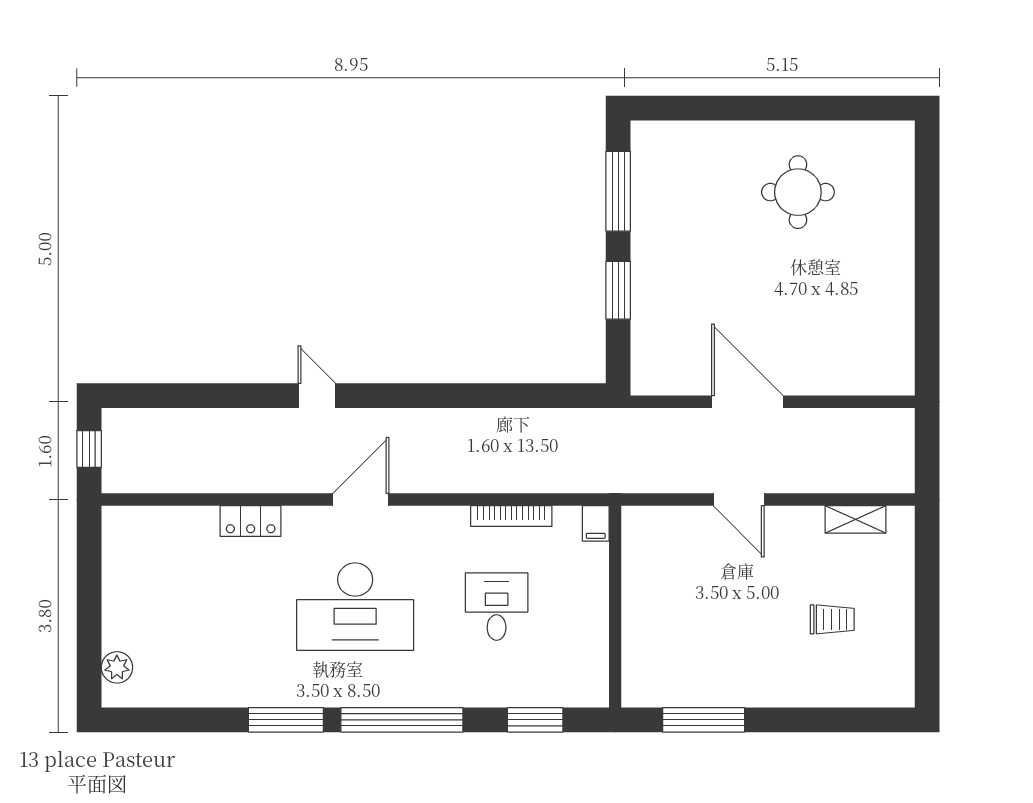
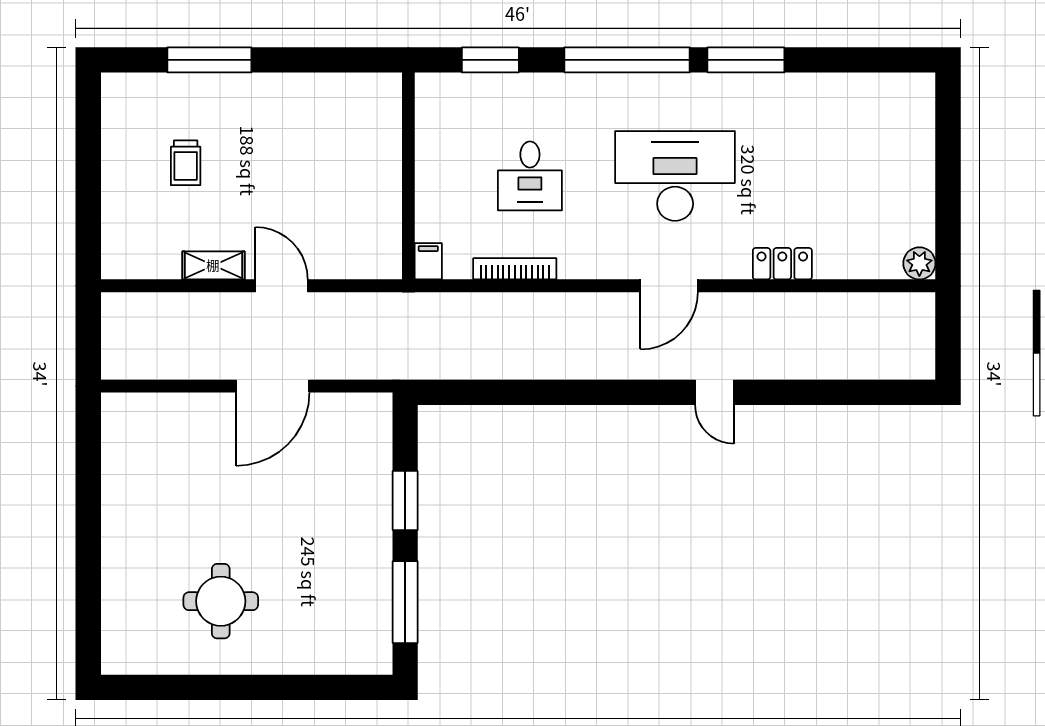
door: (747, 402) -> (273, 386), hinge flipped
window: (89, 449) -> (948, 338), removed
shelving: (856, 519) -> (213, 265), moved
trolley: (832, 619) -> (186, 163), turned -90
plant: (117, 667) -> (919, 263), moved
window: (704, 720) -> (209, 60), moved

